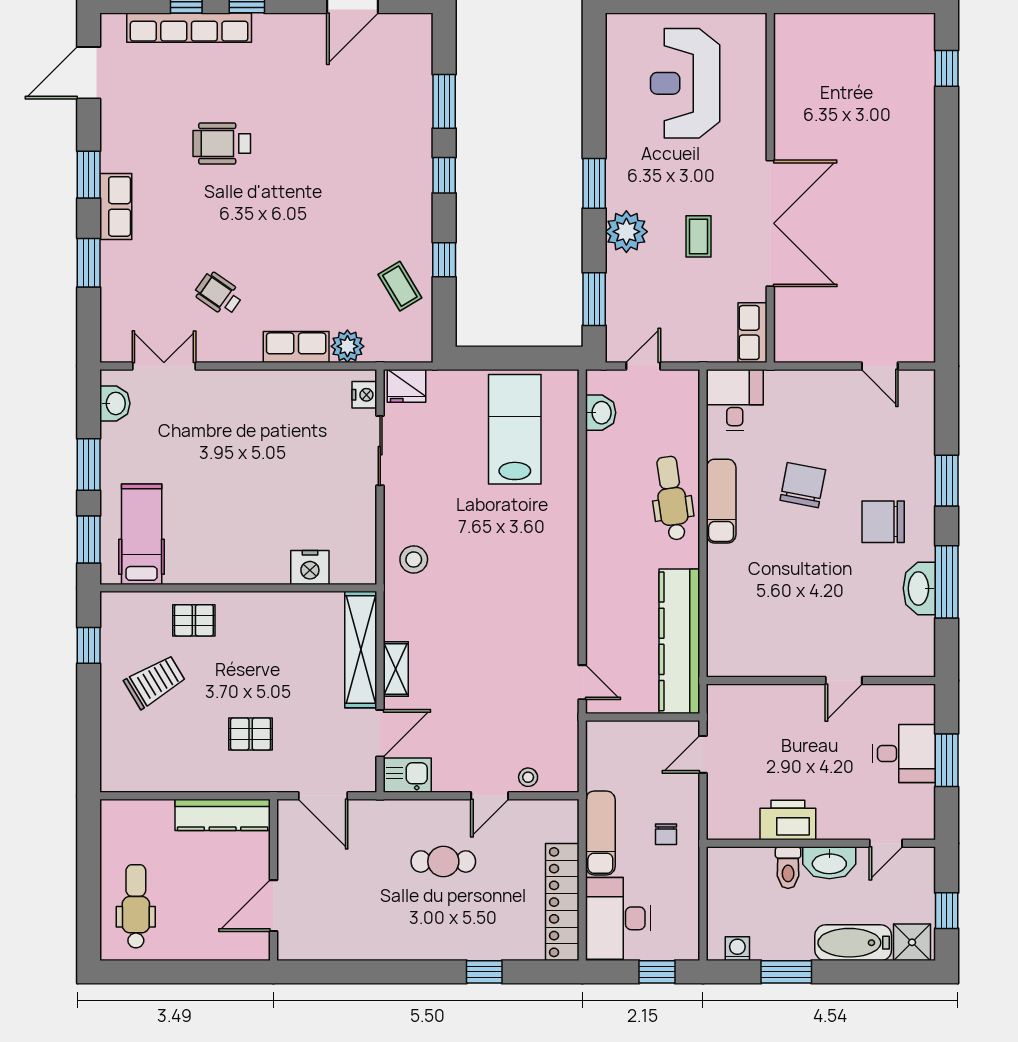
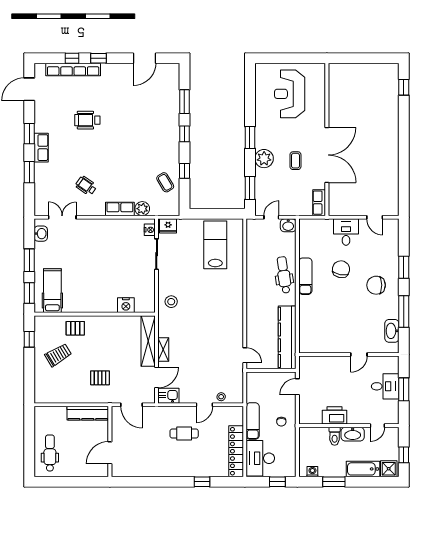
desk: (735, 400) -> (346, 232), moved
washbasin: (601, 413) -> (288, 225), moved, turned 90
washbasin: (919, 588) -> (392, 331), moved

